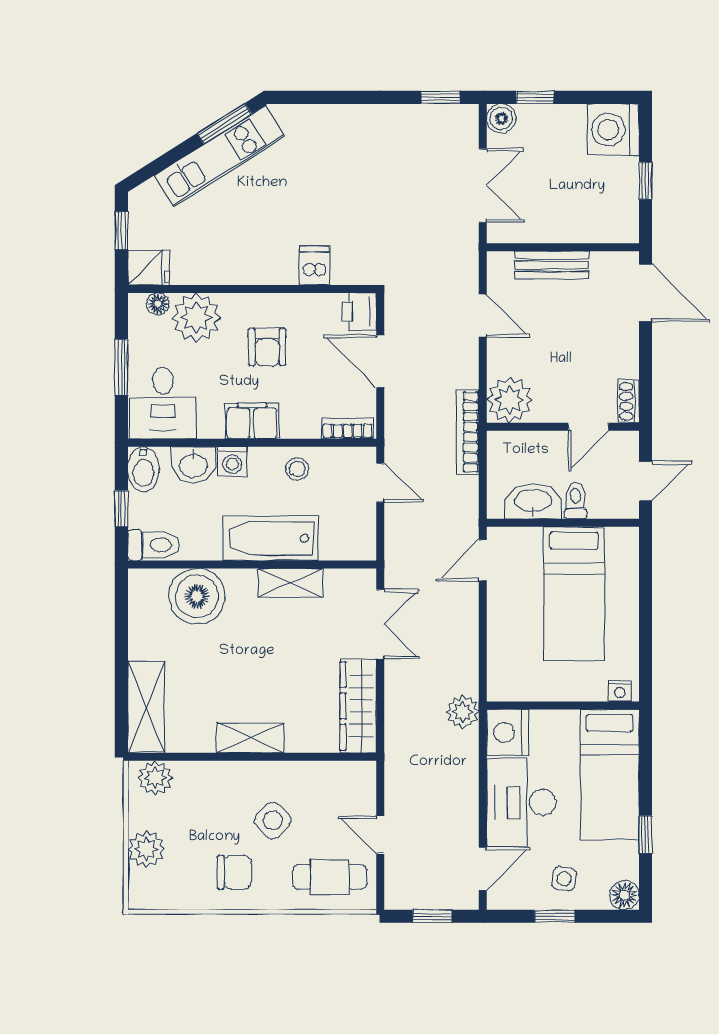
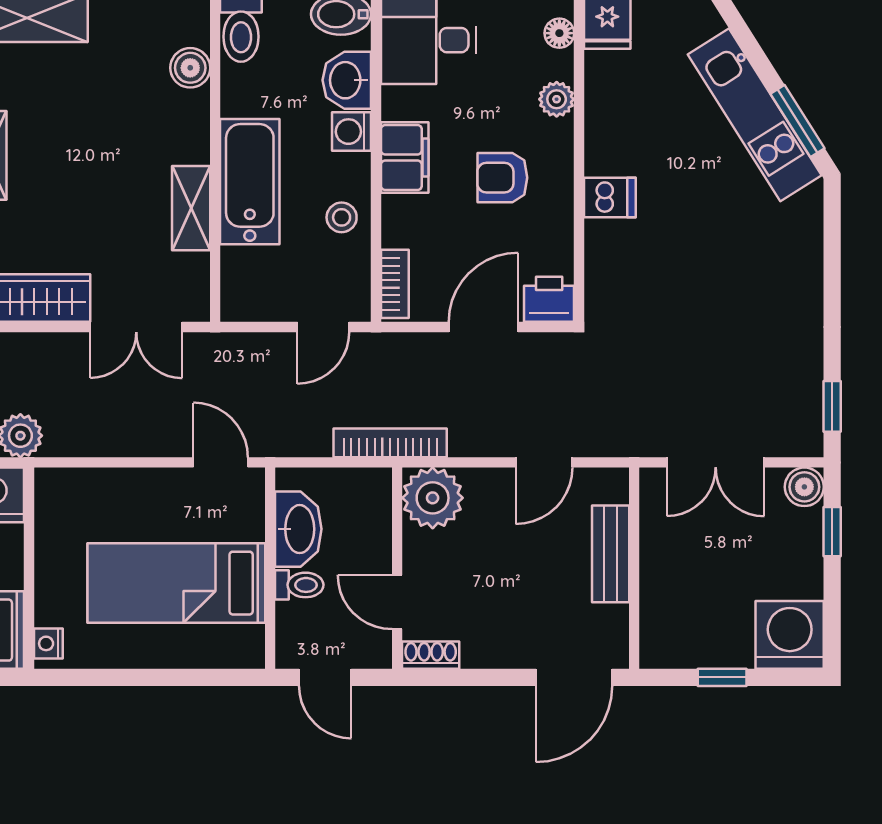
dishwasher: (315, 266) -> (610, 197), moved
plant: (196, 318) -> (557, 99), width x0.53, depth x0.53
boiler: (197, 596) -> (190, 68), width x0.54, depth x0.54

